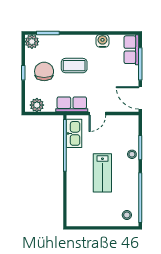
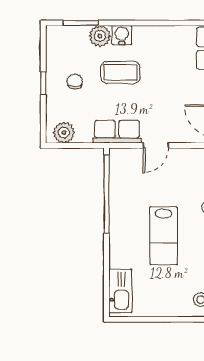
water cooler: (103, 41) -> (122, 35), moved
plant: (32, 42) -> (100, 36), moved
chair: (44, 71) -> (75, 81), width x0.54, depth x0.54
kitchen sink: (74, 133) -> (120, 291), moved

